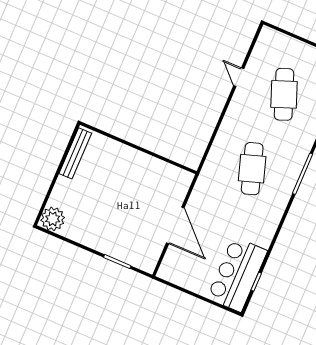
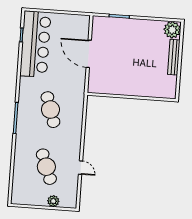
plant: (291, 45) -> (53, 201), added
bench: (75, 153) -> (174, 57), moved
bar counter: (237, 274) -> (35, 44), width x1.36

